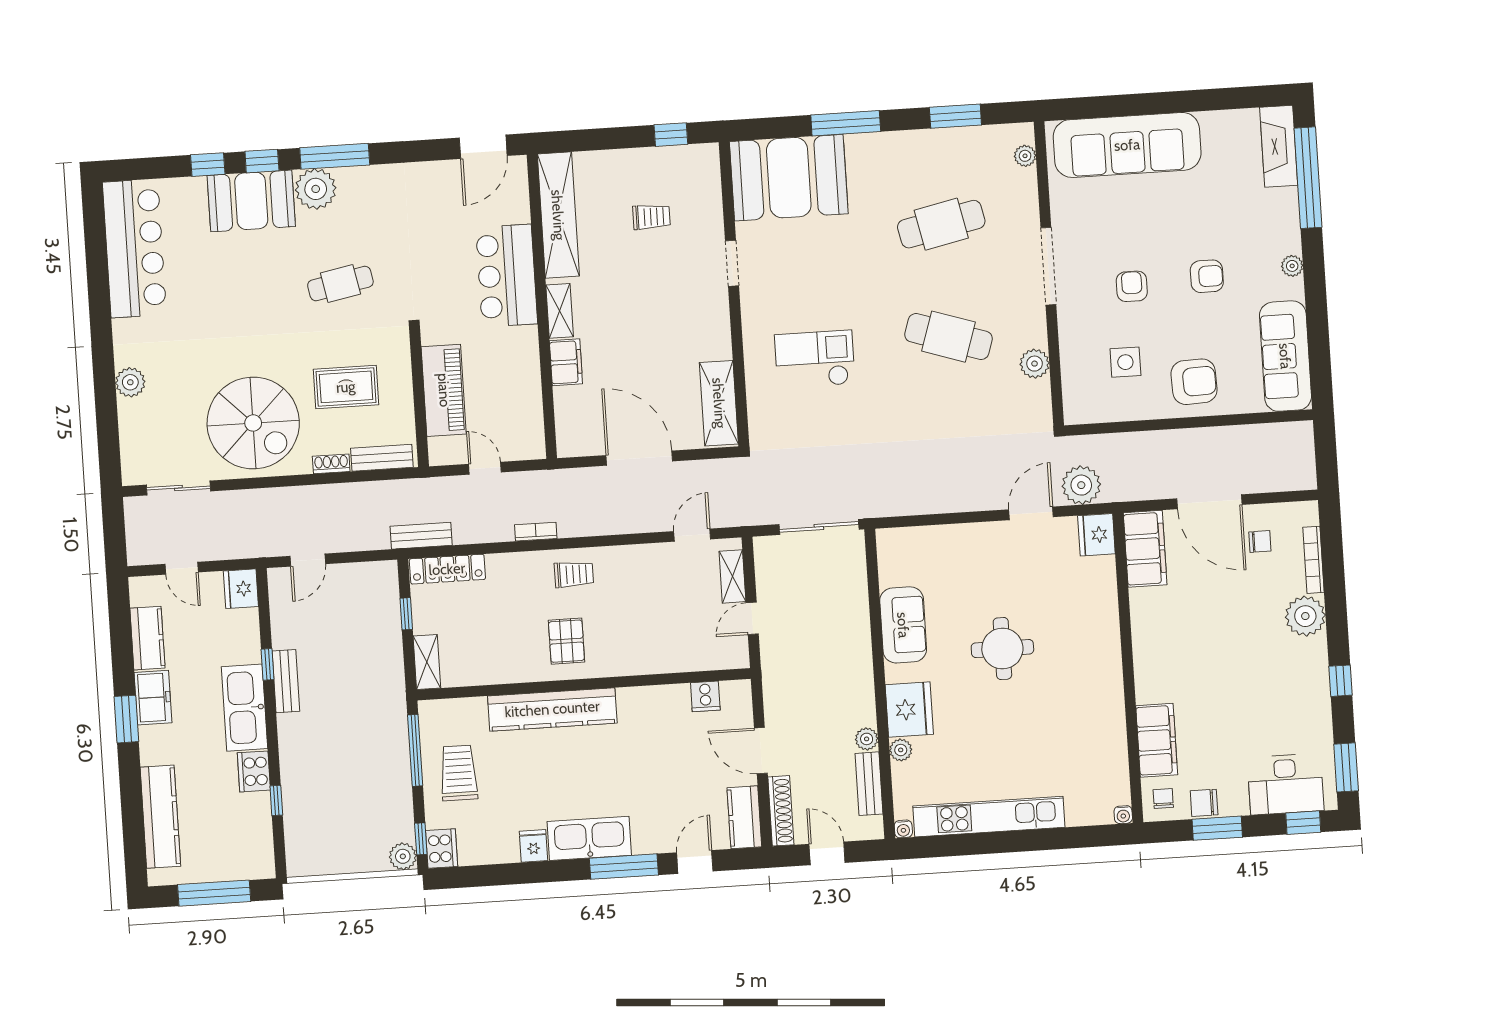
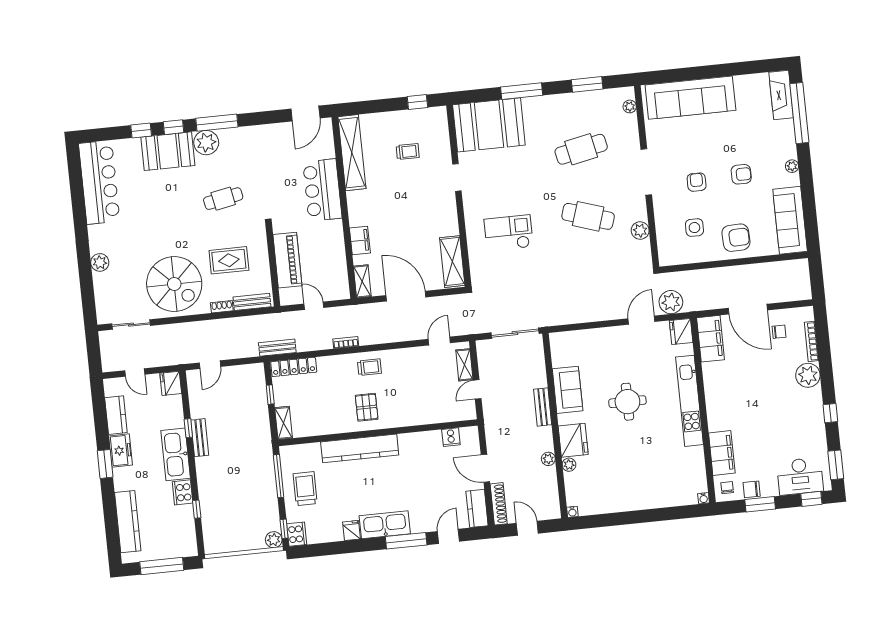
shelving: (560, 311) -> (362, 281), moved
bench: (869, 784) -> (543, 407), moved
kitchen unit: (989, 817) -> (689, 401), moved, turned -90

